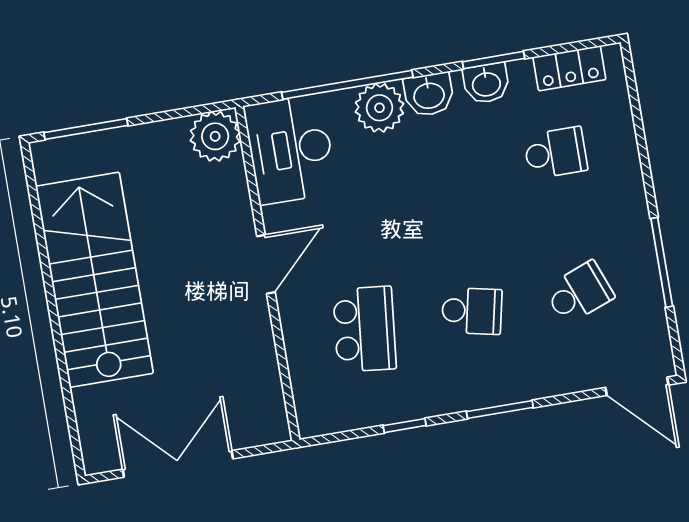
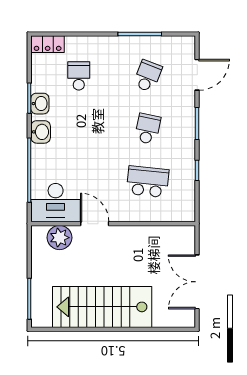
locker: (569, 68) -> (48, 44), moved, turned 90
plant: (379, 108) -> (43, 157), removed
plant: (215, 136) -> (60, 238), moved
door: (266, 264) -> (95, 224), moved
school desk: (579, 293) -> (148, 76), turned 42
door: (637, 386) -> (197, 75), moved

